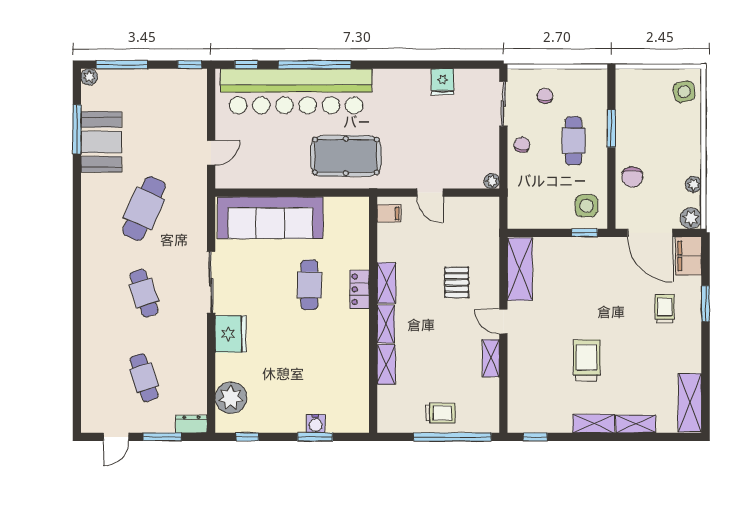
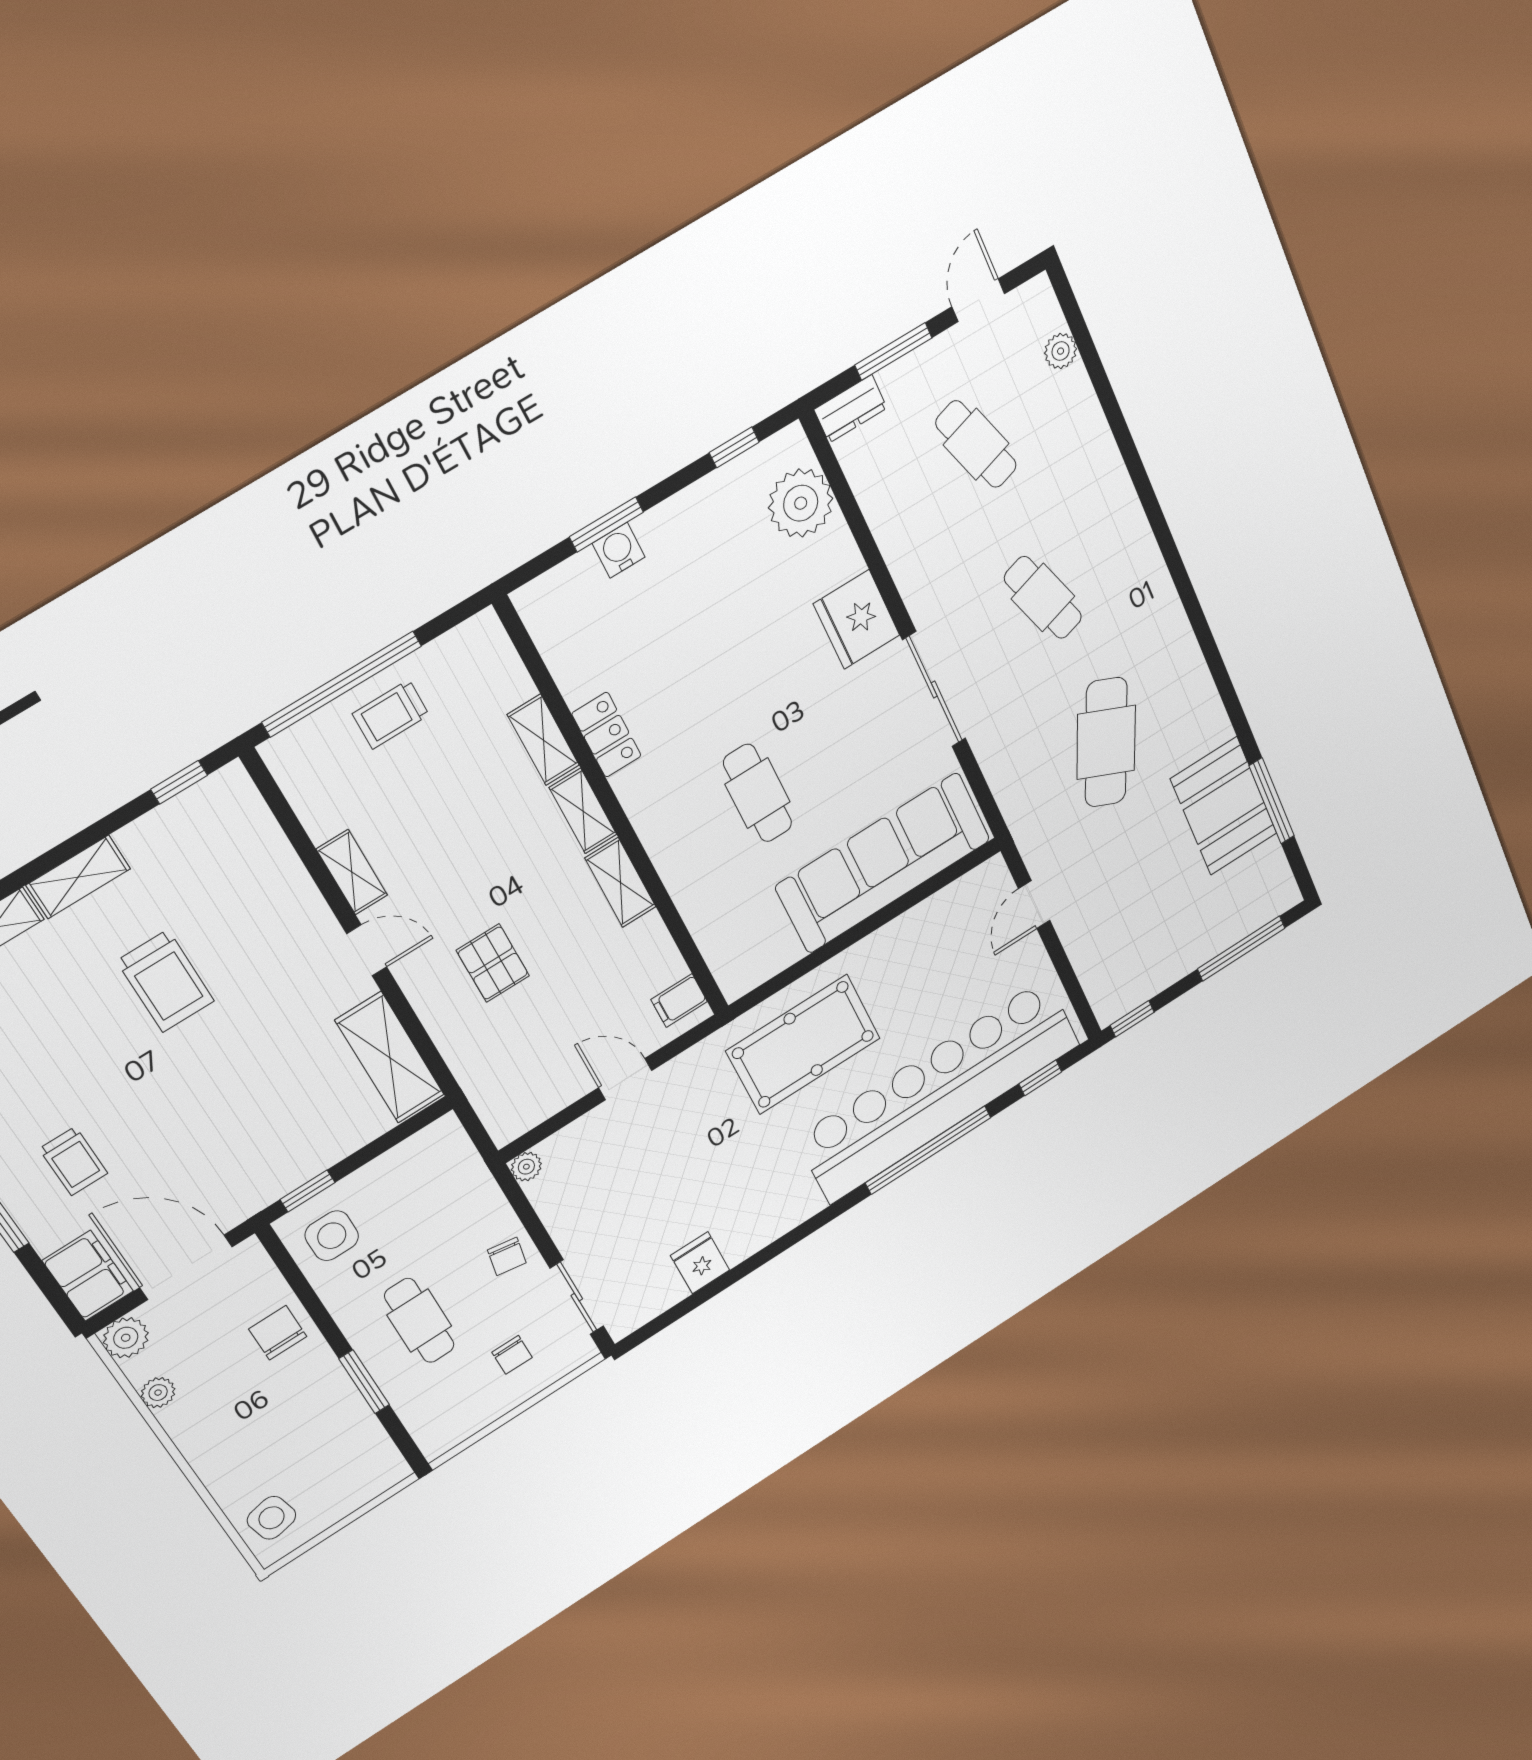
plant: (89, 77) -> (1061, 351), moved
locker: (360, 289) -> (607, 735), moved

